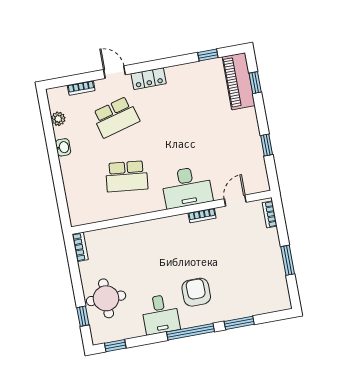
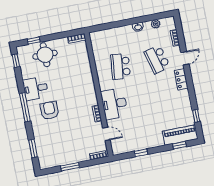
armchair: (196, 292) -> (49, 110), turned -90
window: (239, 323) -> (33, 148), moved

